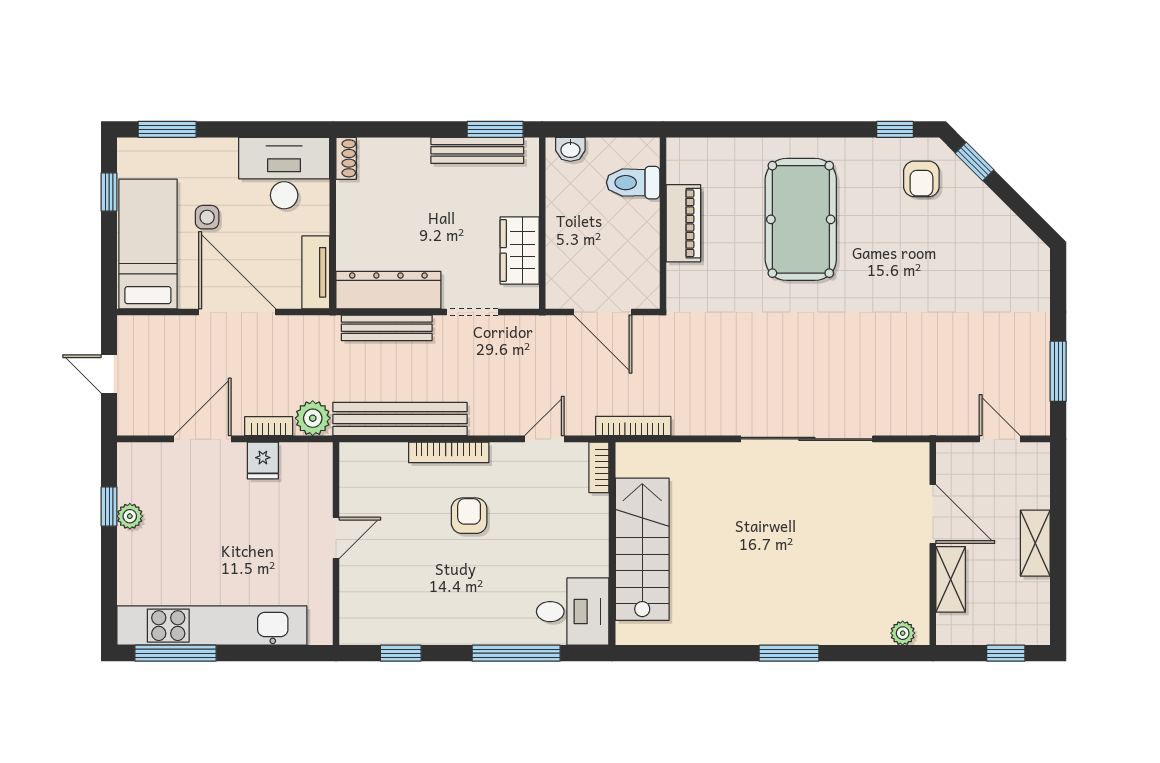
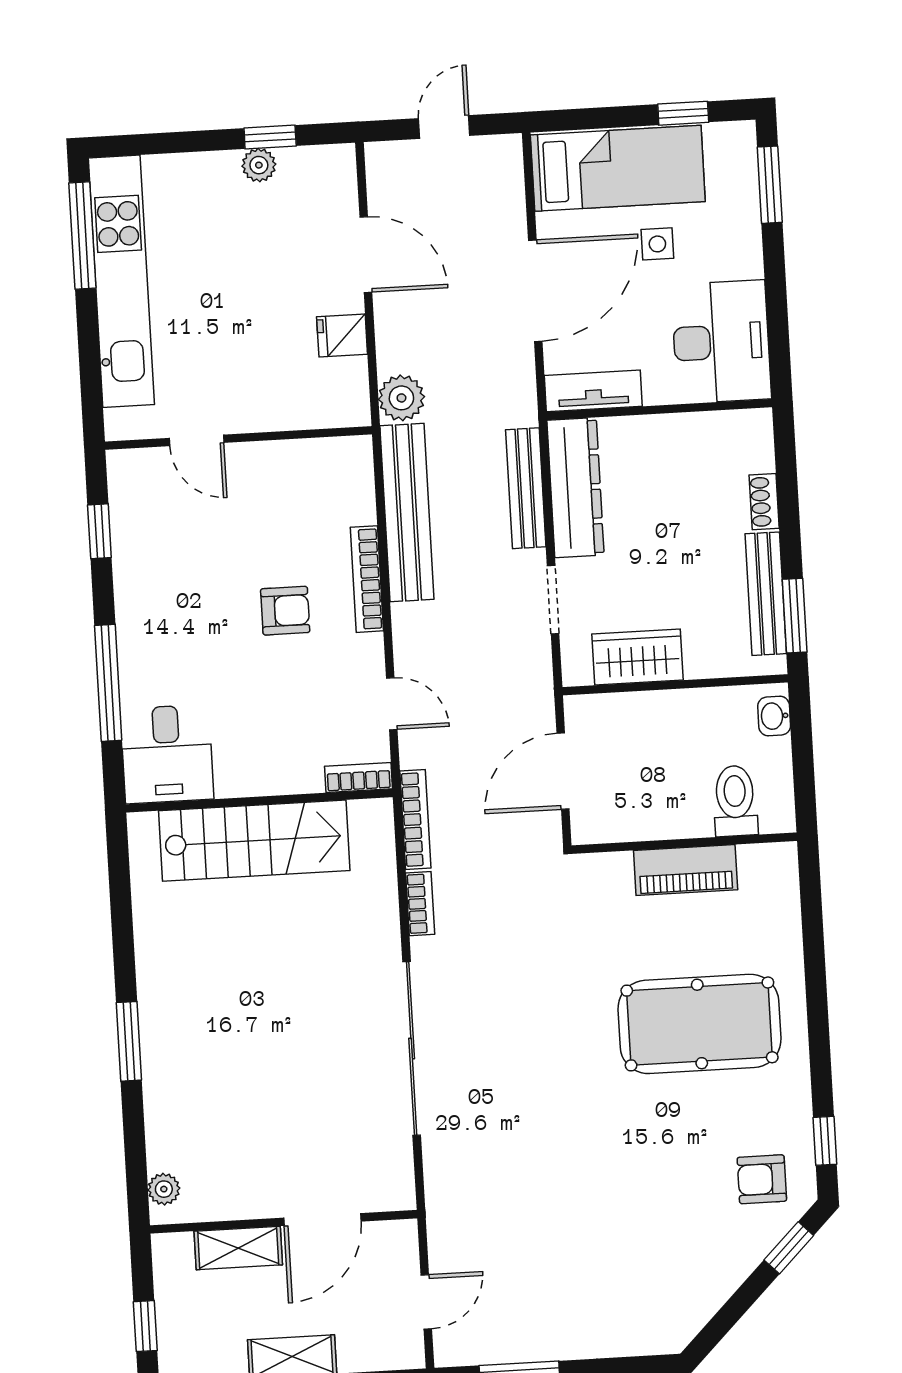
shoe rack: (346, 158) -> (764, 502), moved, turned 90
bookcase: (269, 426) -> (420, 904), moved
door: (336, 538) -> (197, 440), moved

